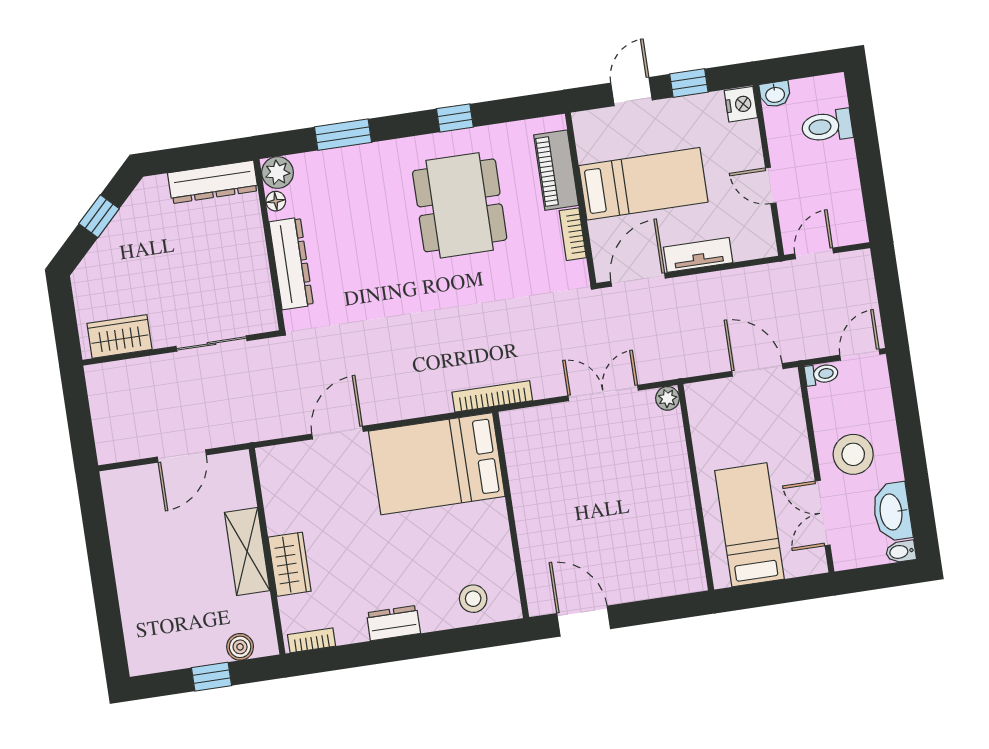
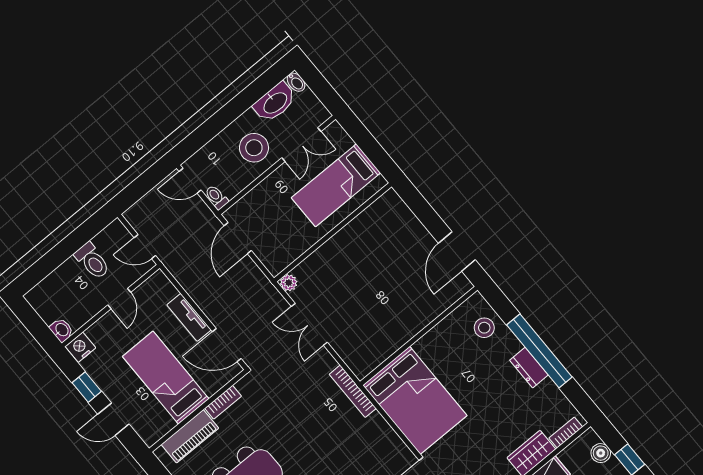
toilet: (827, 126) -> (92, 261), moved
bookcase: (311, 640) -> (566, 433), moved, turned 90
window: (406, 648) -> (539, 351), added

